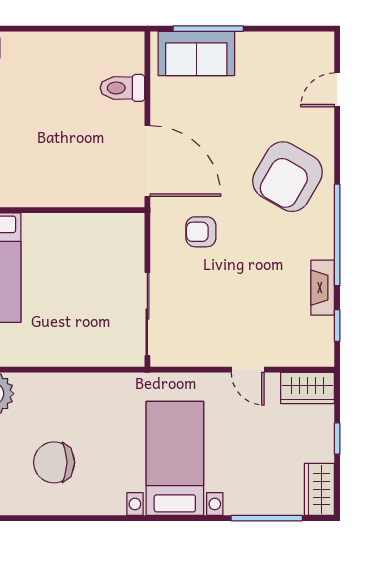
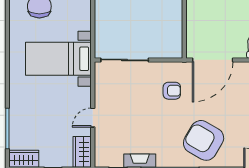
armchair: (201, 232) -> (172, 91), turned 90
bed with nightstands: (175, 458) -> (58, 59), moved, turned 180

